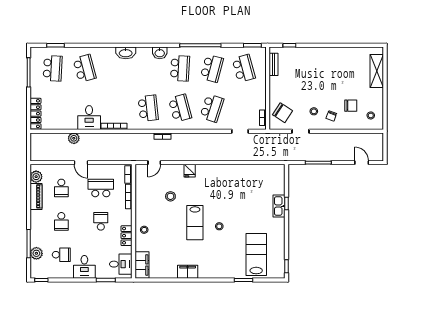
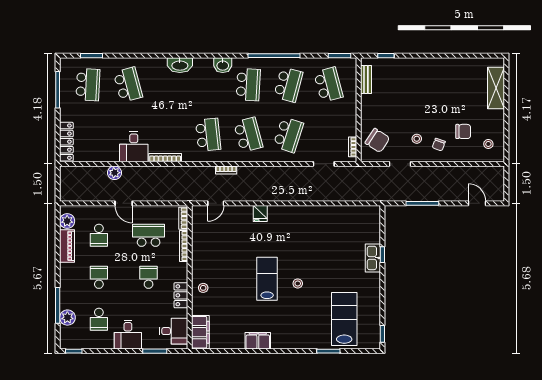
stool: (170, 196) -> (236, 246), removed
school desk: (61, 221) -> (99, 277), turned 180
lab bench: (195, 223) -> (267, 279), turned 180
school desk: (61, 255) -> (99, 319), turned 90

